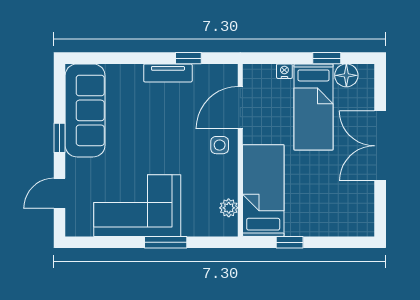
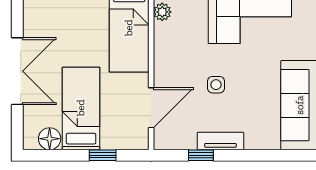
window: (327, 58) -> (103, 155), moved
nightstand: (284, 71) -> (109, 143), removed
side table: (220, 145) -> (216, 85), moved

